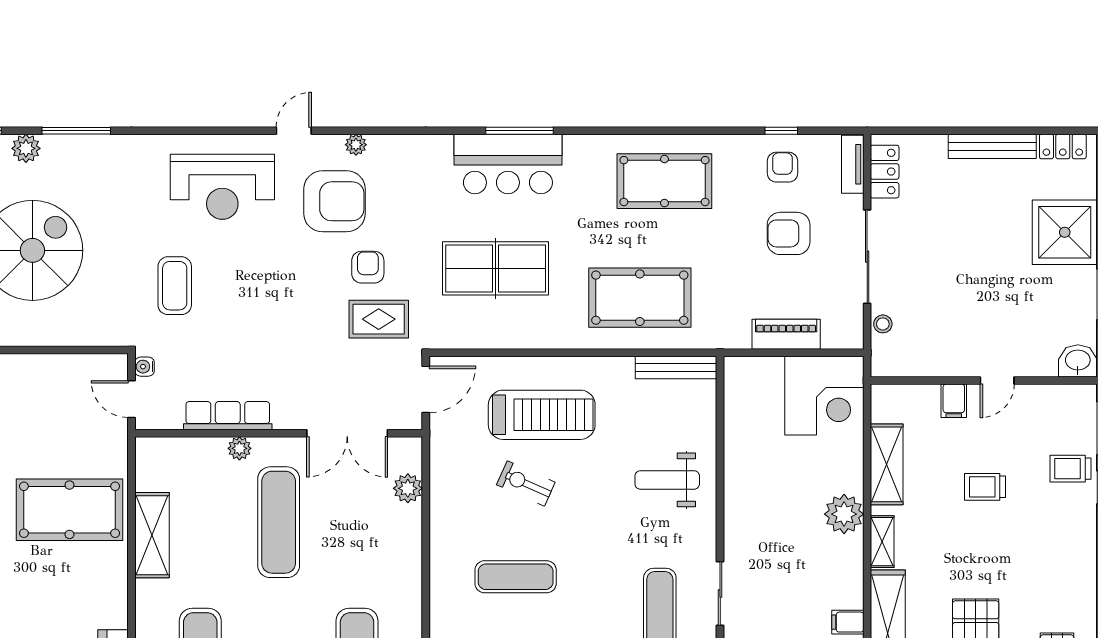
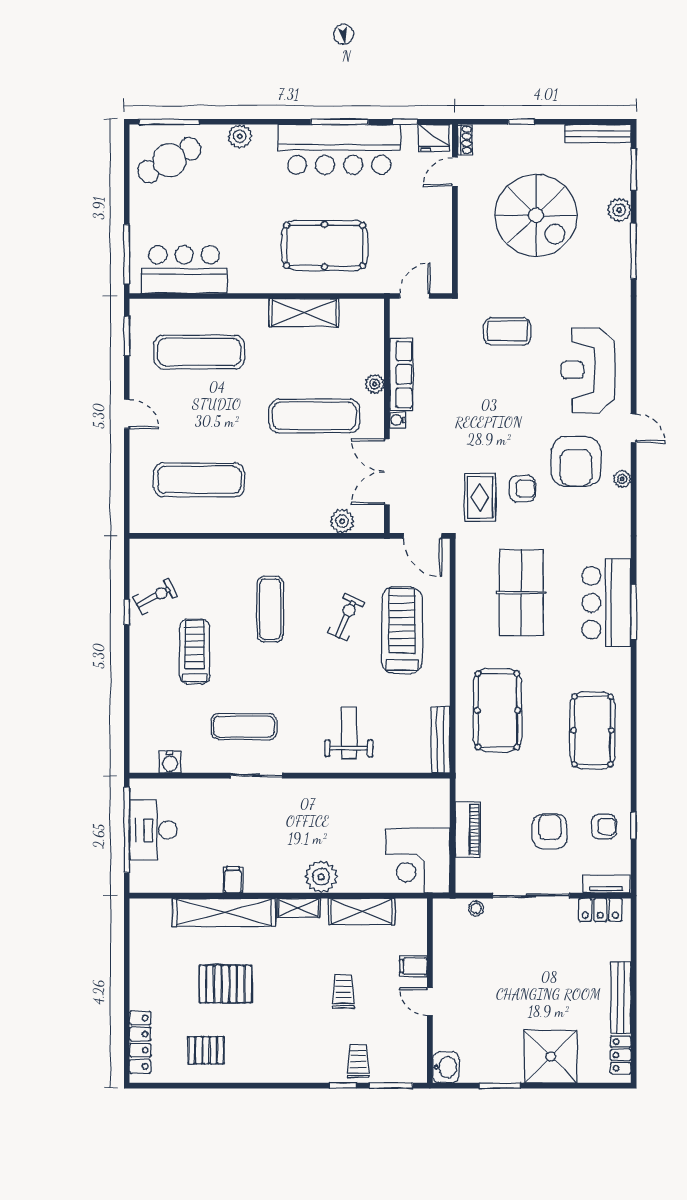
water cooler: (145, 367) -> (398, 420), moved, turned -90
treadmill: (542, 415) -> (402, 630), turned 180
pool table: (69, 510) -> (325, 245), turned 90

